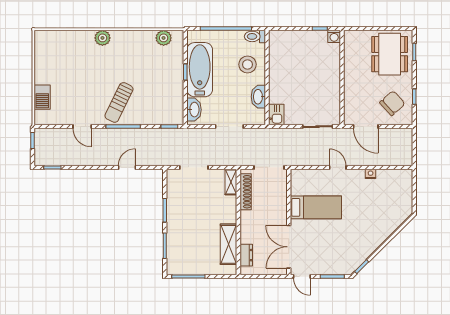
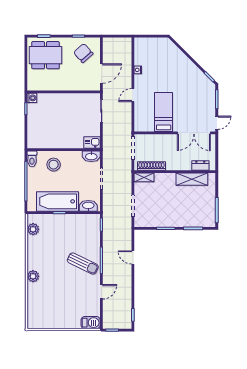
barbecue: (42, 97) -> (91, 323), moved
washbasin: (258, 97) -> (91, 156), moved

